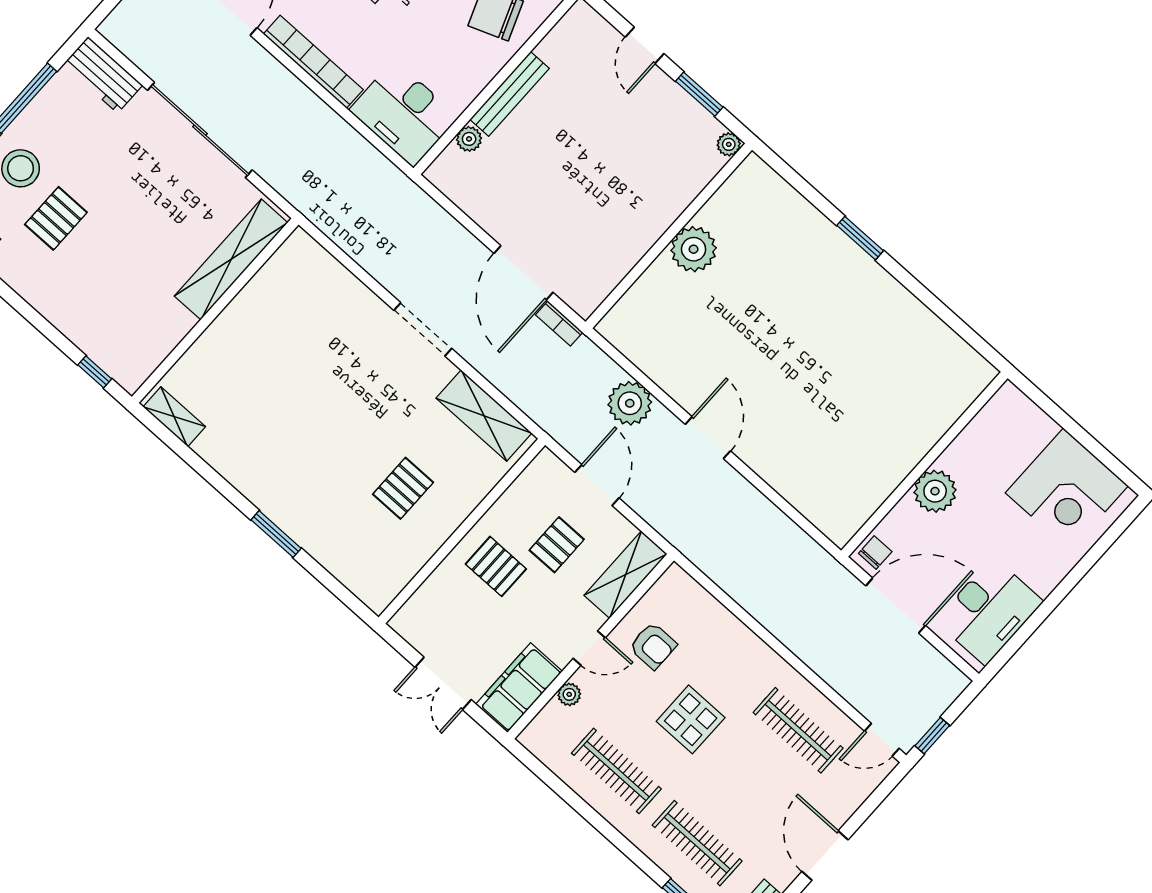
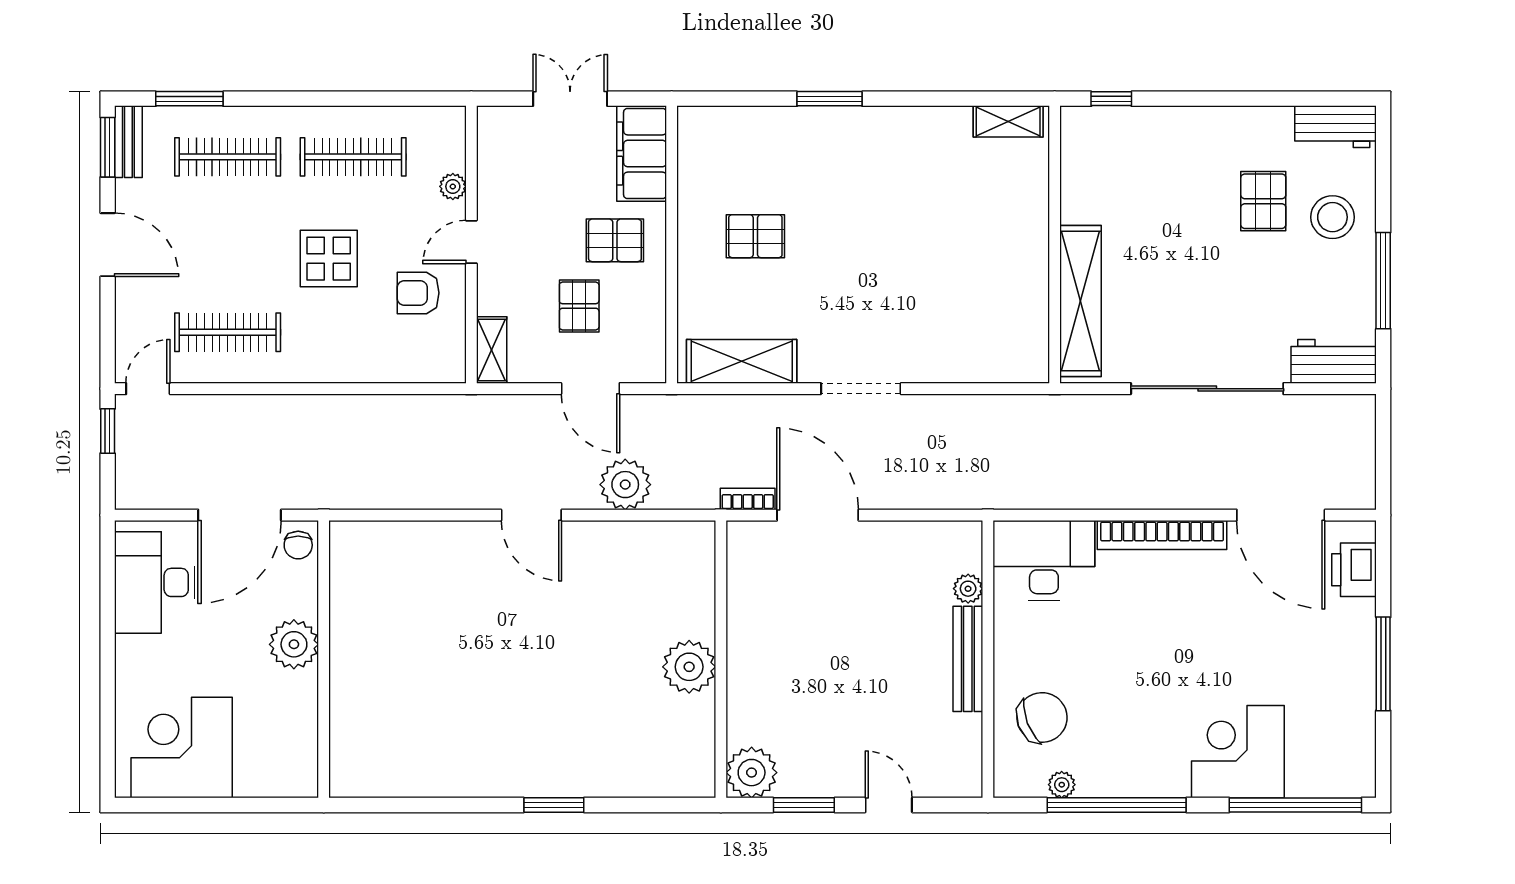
plant: (729, 144) -> (752, 773), width x1.88, depth x1.88
pallet: (403, 488) -> (755, 236), turned 90
shelving: (626, 575) -> (492, 350), width x0.67, depth x0.75
filing cabinet: (519, 688) -> (642, 153), moved, turned 180

